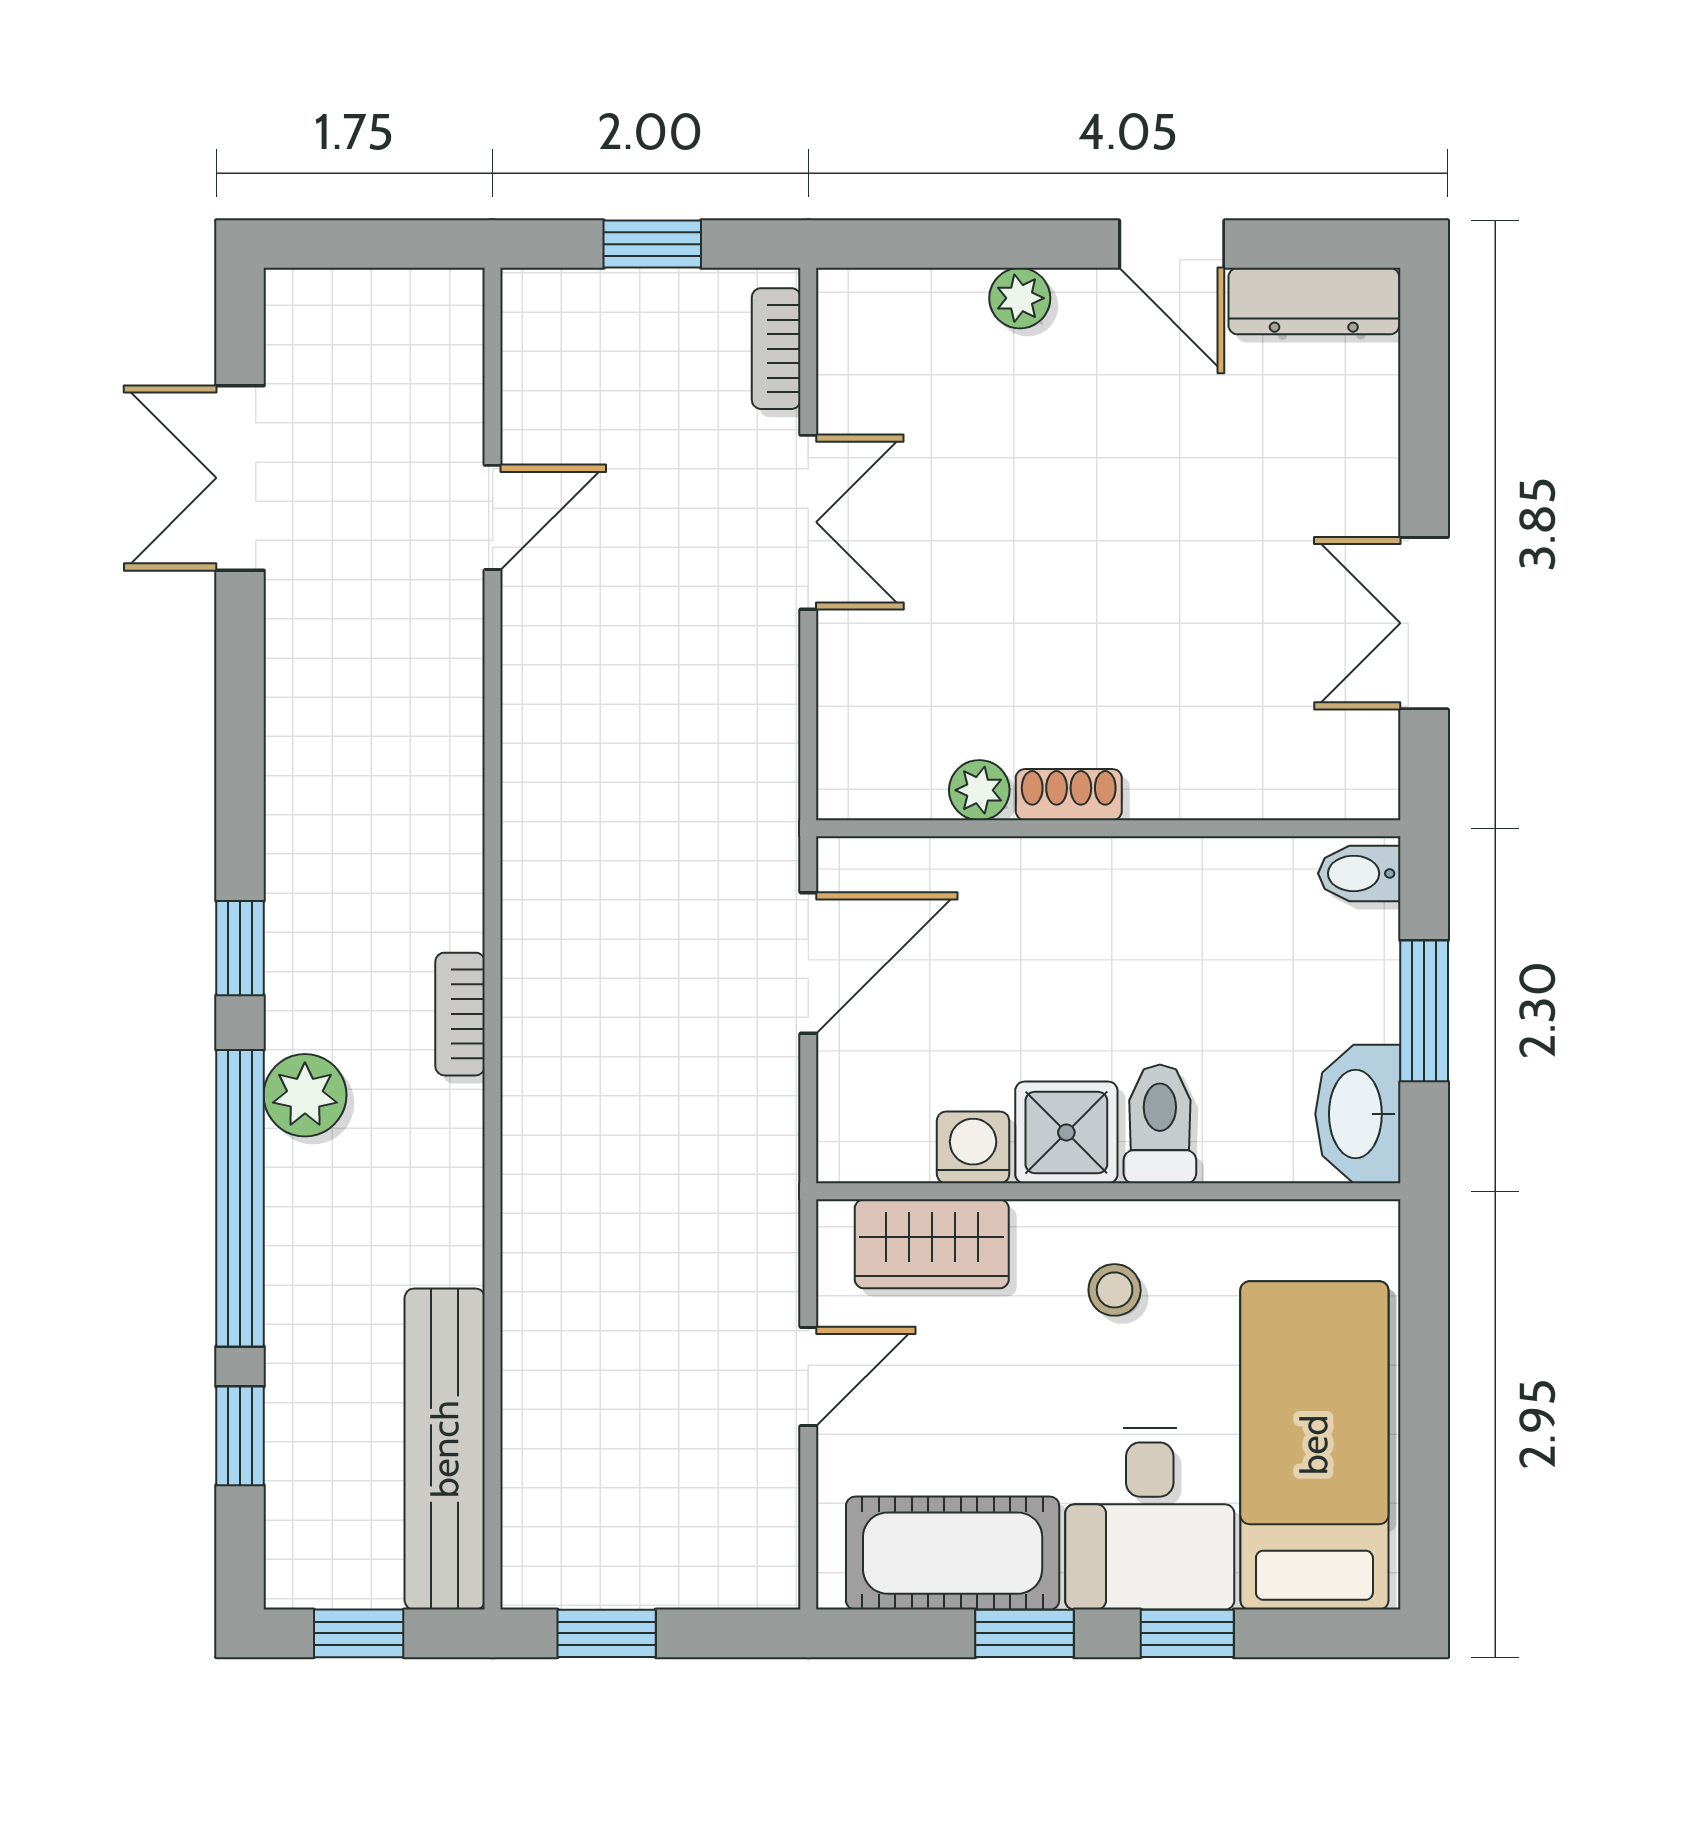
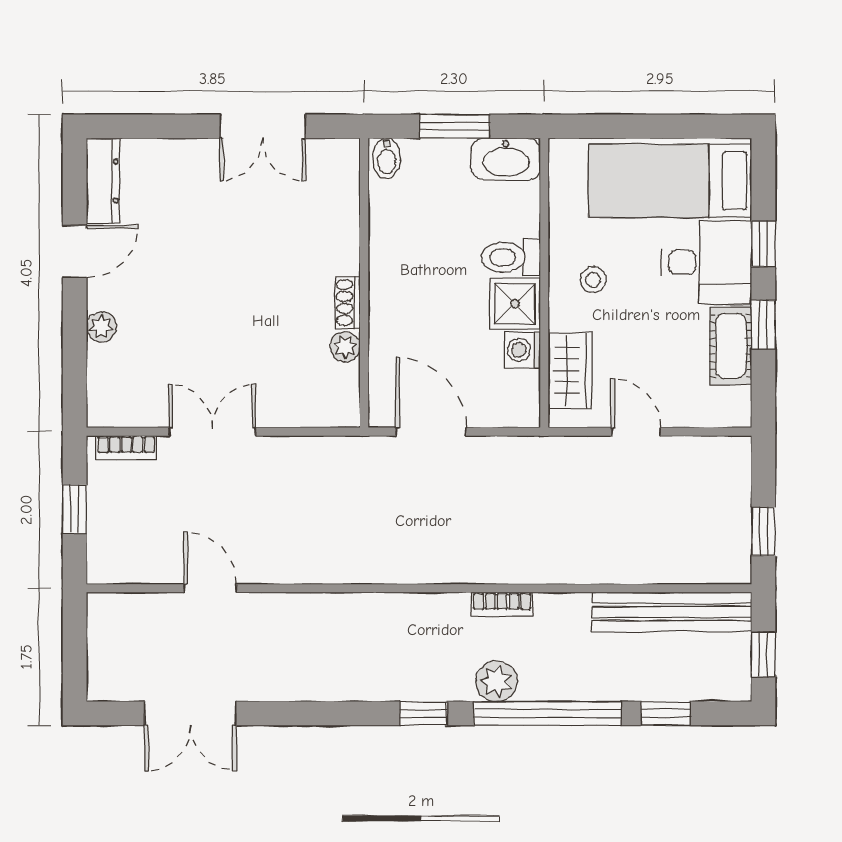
bookcase: (460, 1014) -> (502, 604), moved
cot: (953, 1553) -> (731, 346), width x0.73, depth x0.75

